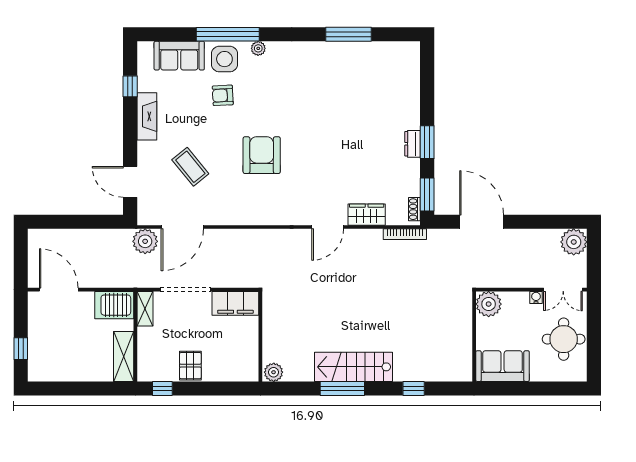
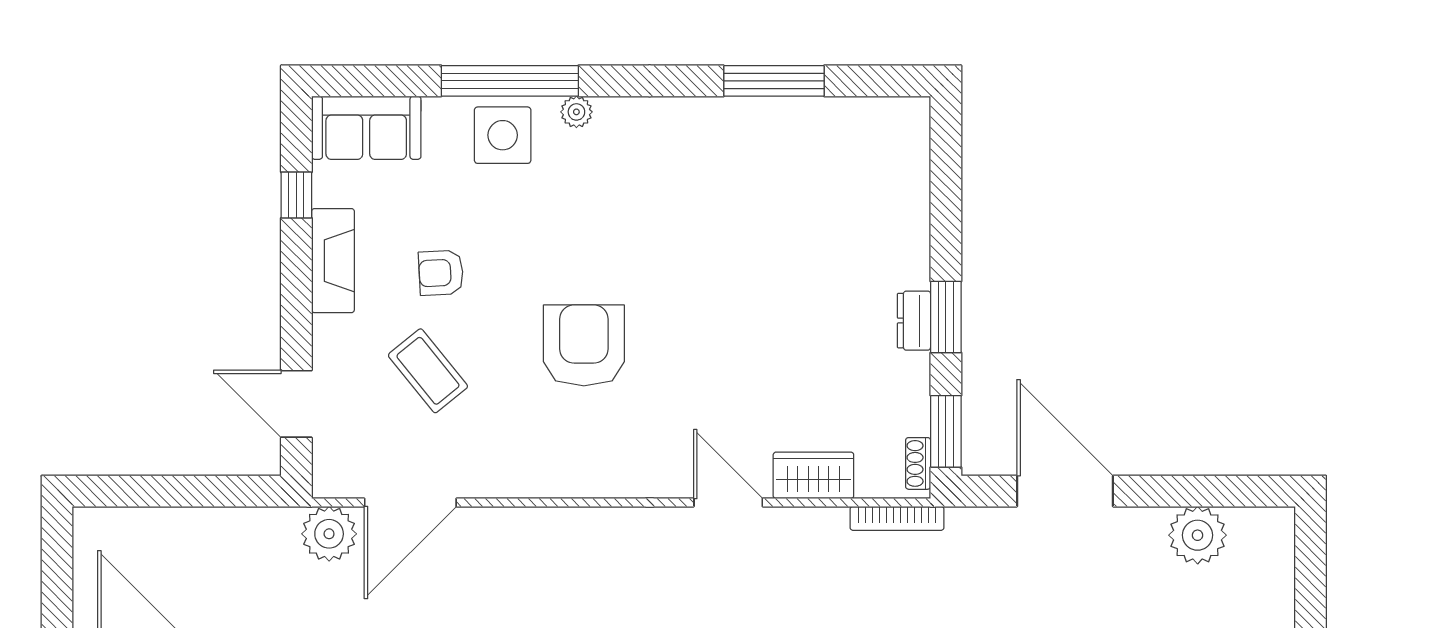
sofa: (179, 56) -> (366, 128), moved
armchair: (223, 95) -> (441, 273), moved
door: (328, 227) -> (728, 503), swing flipped
plant: (574, 242) -> (1198, 535), moved

